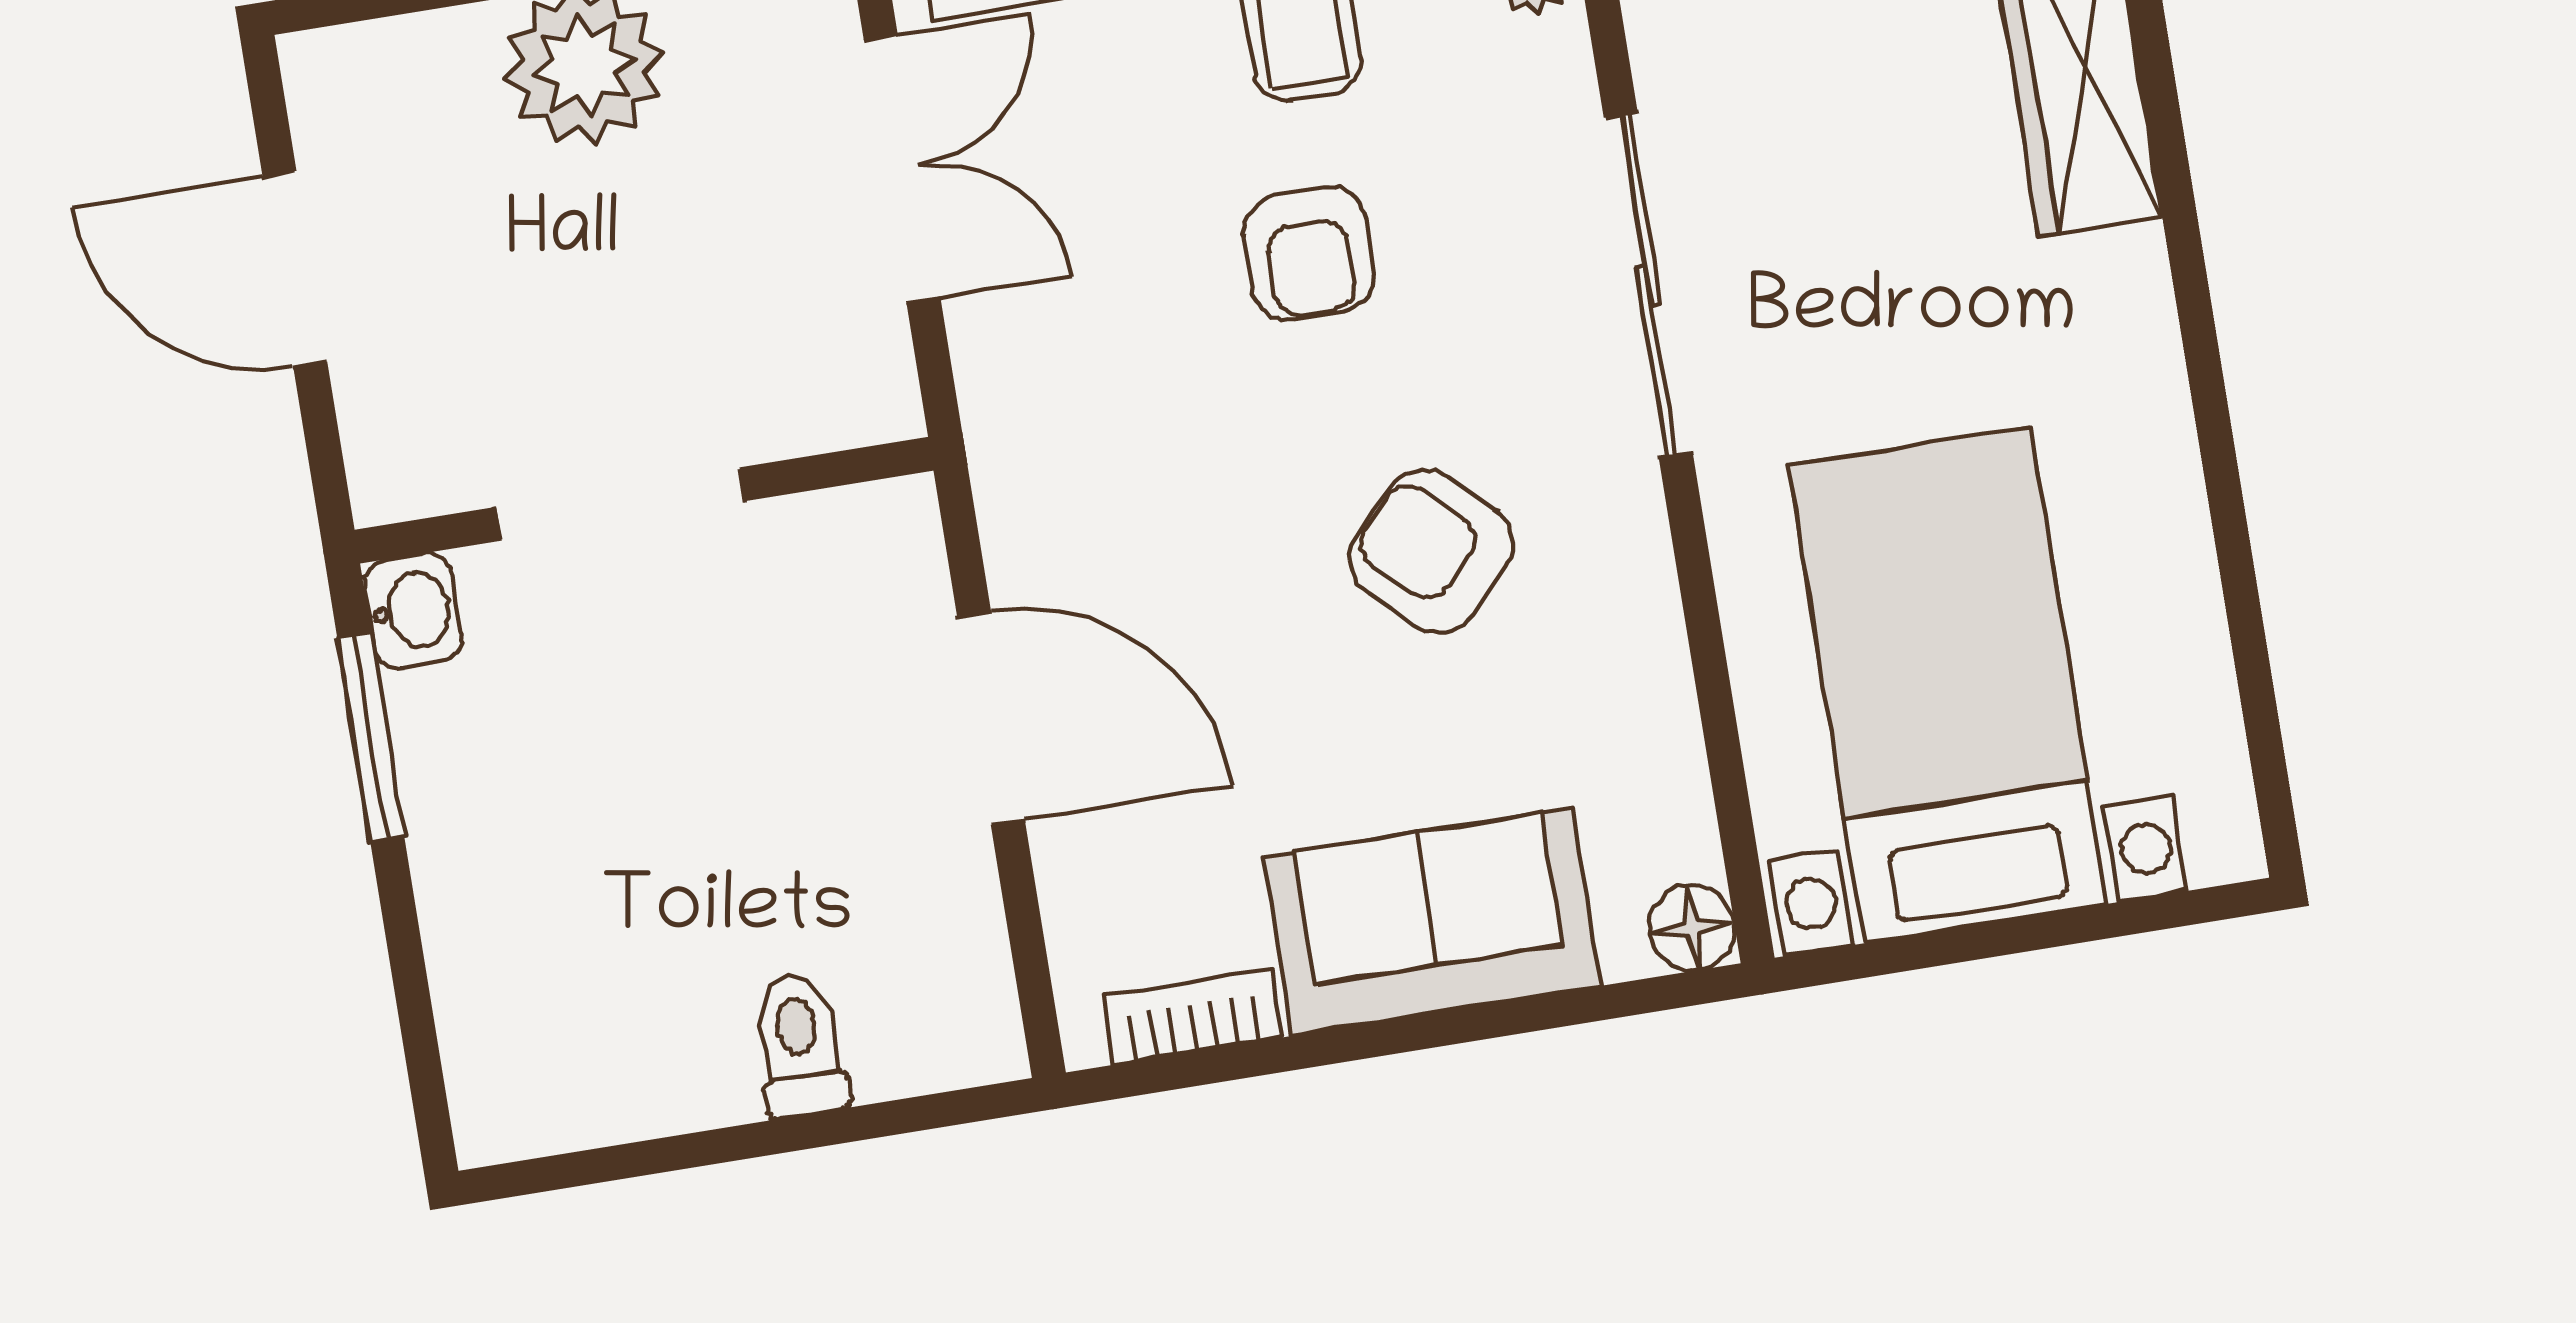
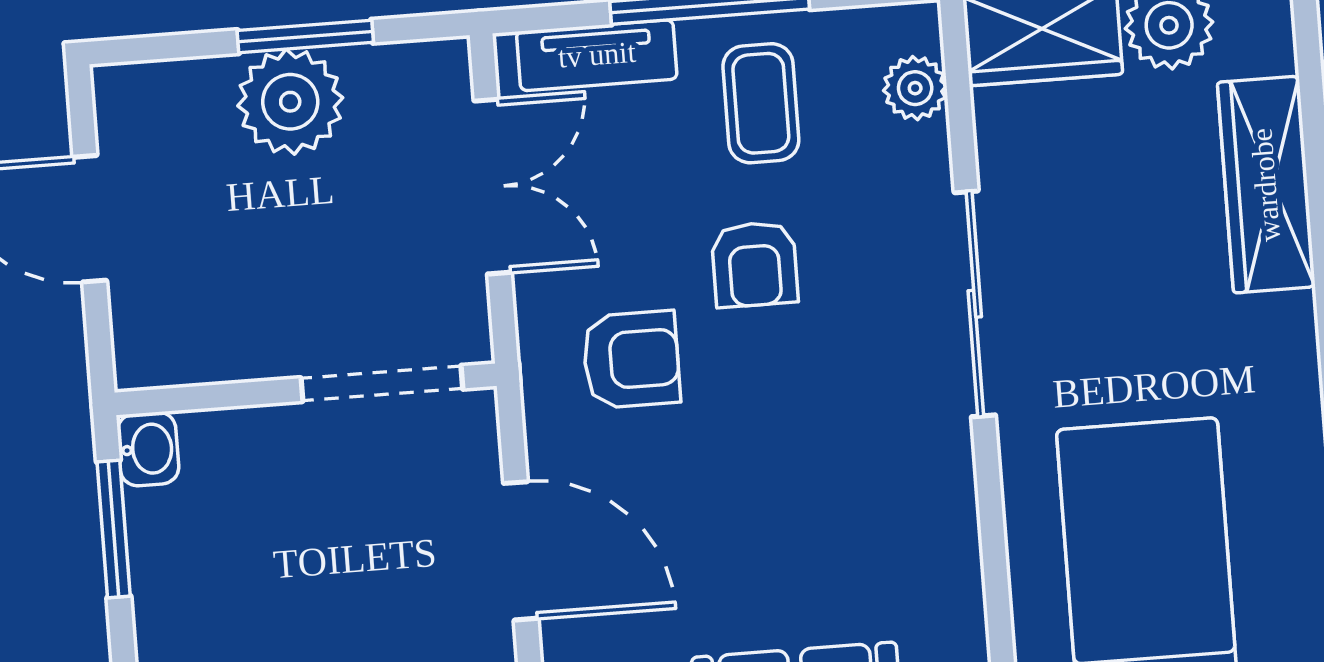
doorway: (621, 504) -> (382, 383), moved
armchair: (1431, 551) -> (631, 359), moved, turned 136

